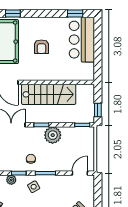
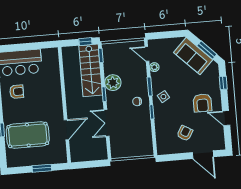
armchair: (41, 47) -> (17, 92), moved
stairs: (49, 94) -> (91, 70), moved, turned 180
plant: (11, 180) -> (154, 67), moved

